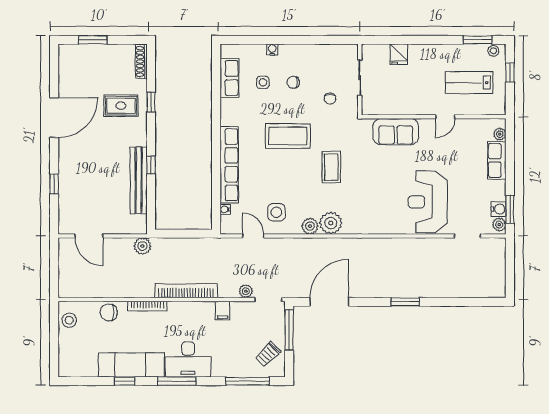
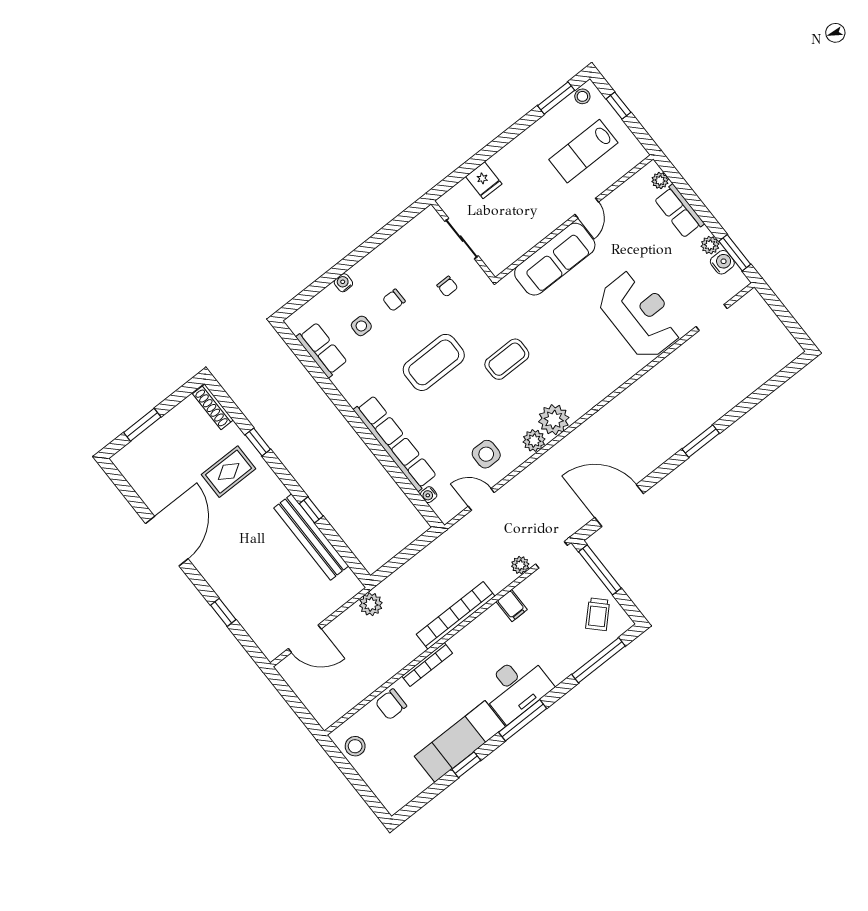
sofa: (396, 132) -> (555, 259), width x1.36
coffee table: (331, 167) -> (507, 359), turned 90
reception desk: (428, 202) -> (640, 314), turned 180
plant: (499, 225) -> (710, 245), moved
door: (329, 302) -> (619, 506), hinge flipped

